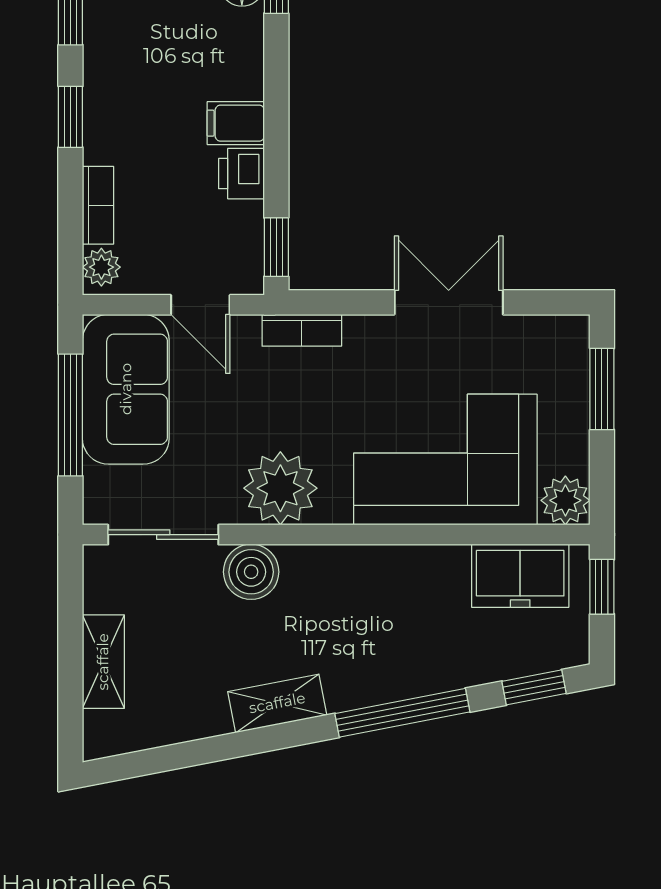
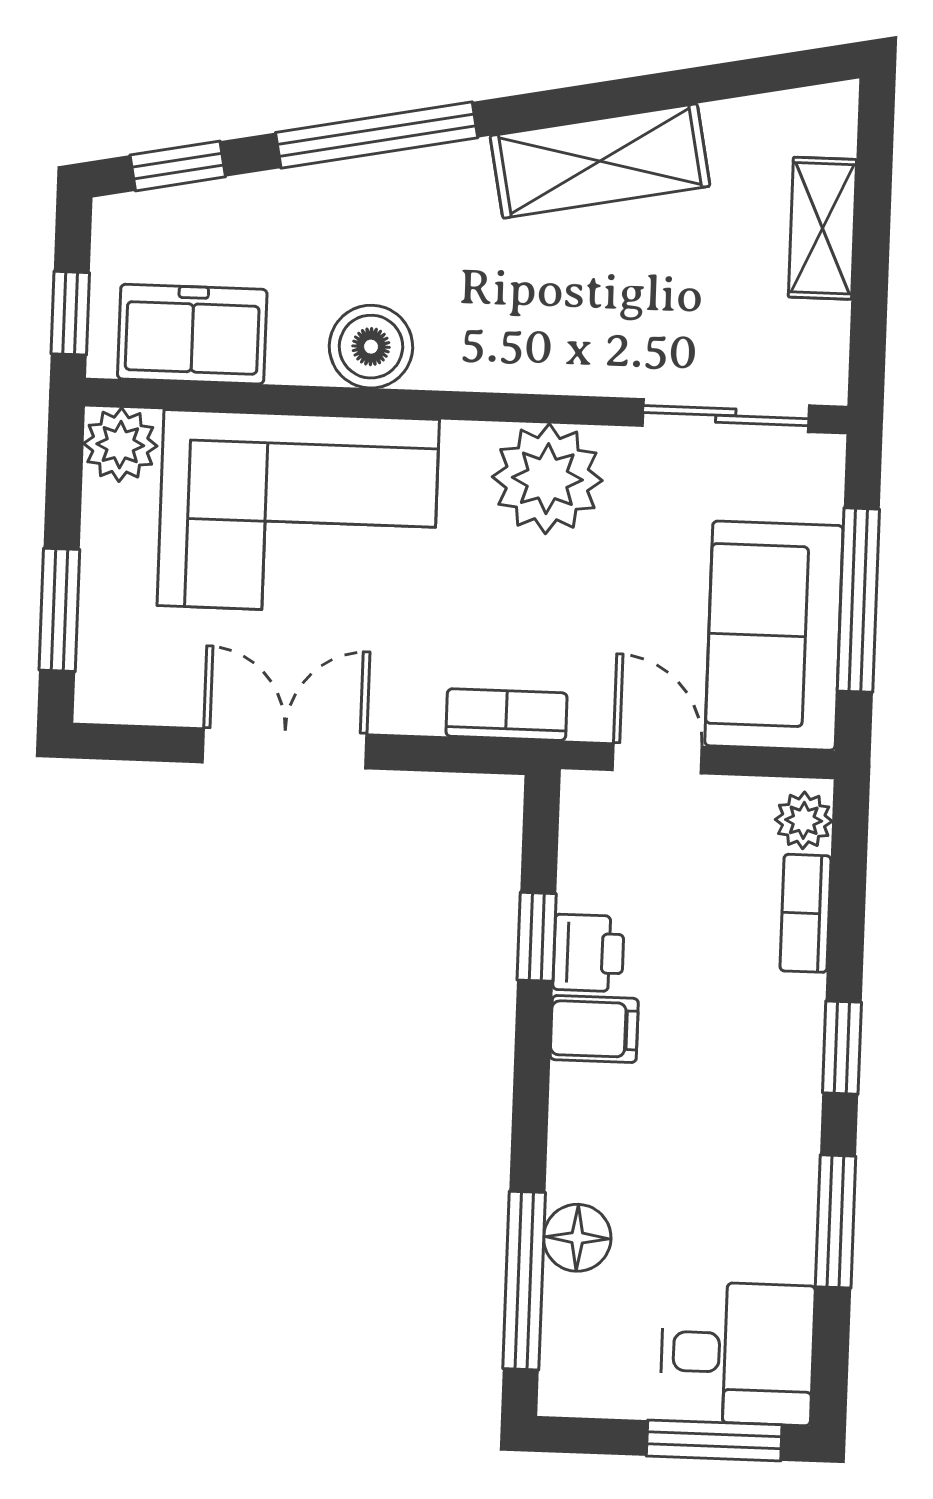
window: (276, 247) -> (537, 937), moved
double door: (449, 302) -> (285, 748), swing flipped
boiler: (251, 572) -> (371, 347), moved
shelving: (277, 703) -> (600, 161), width x1.50, depth x1.33

